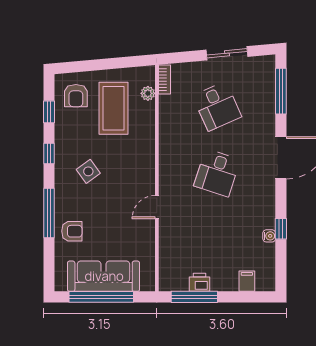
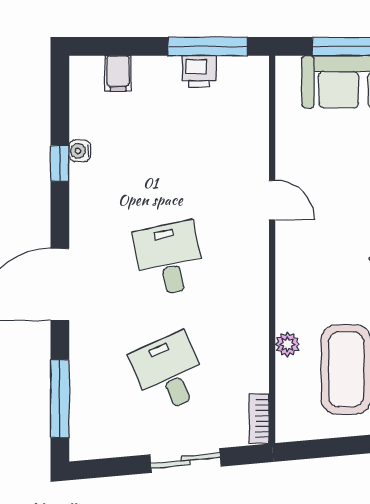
sliding door: (227, 53) -> (186, 460), moved
plant: (148, 93) -> (288, 344), moved
desk: (217, 173) -> (169, 259), turned -30
door: (157, 207) -> (272, 200), hinge flipped

